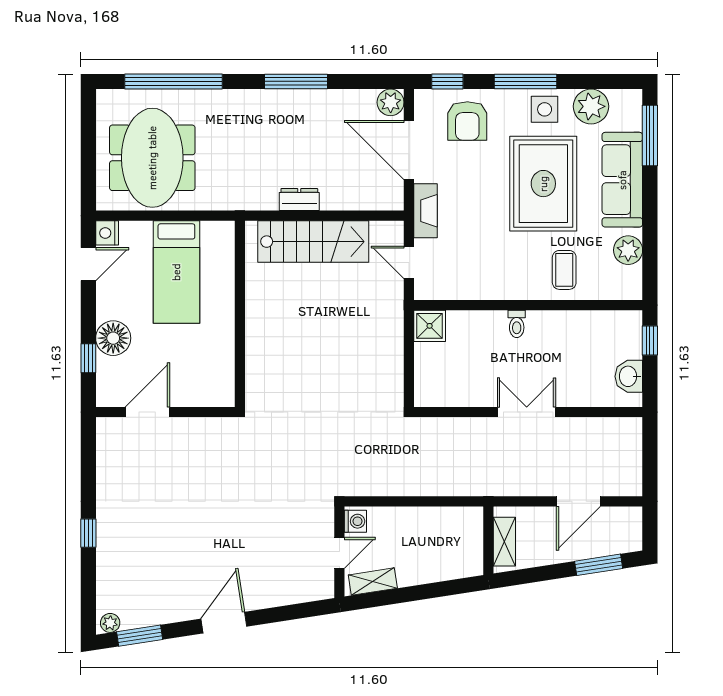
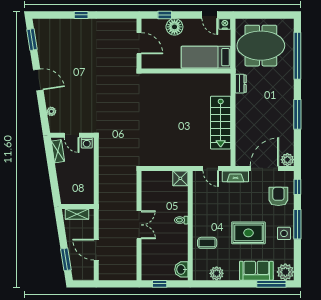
plant: (591, 106) -> (285, 272), moved
armchair: (467, 121) -> (278, 196), turned 90
sofa: (622, 180) -> (256, 271), width x0.73
rug: (543, 184) -> (248, 233), width x0.73, depth x0.69
dresser: (299, 200) -> (241, 84), moved
door: (409, 262) -> (211, 168), swing flipped
wall: (240, 314) -> (186, 71), moved
window: (650, 340) -> (160, 284), moved
washbasin: (629, 376) -> (181, 269), moved, turned -90
plant: (110, 623) -> (51, 111), moved

